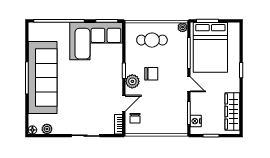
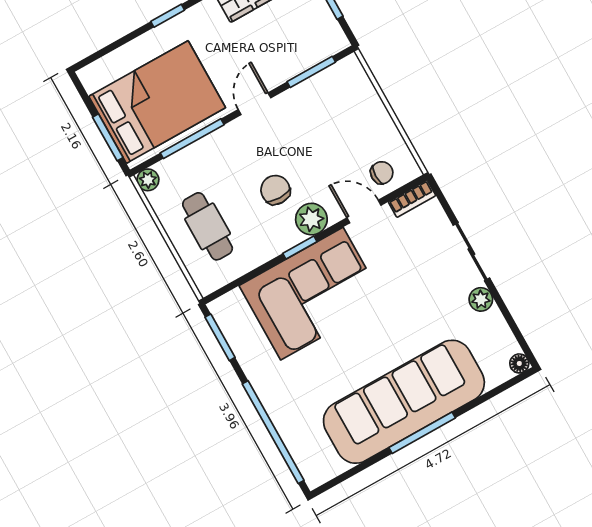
corner sofa: (96, 41) -> (312, 294), moved, turned 90
nightstand: (196, 121) -> (320, 49), removed
plant: (47, 129) -> (481, 299), moved

